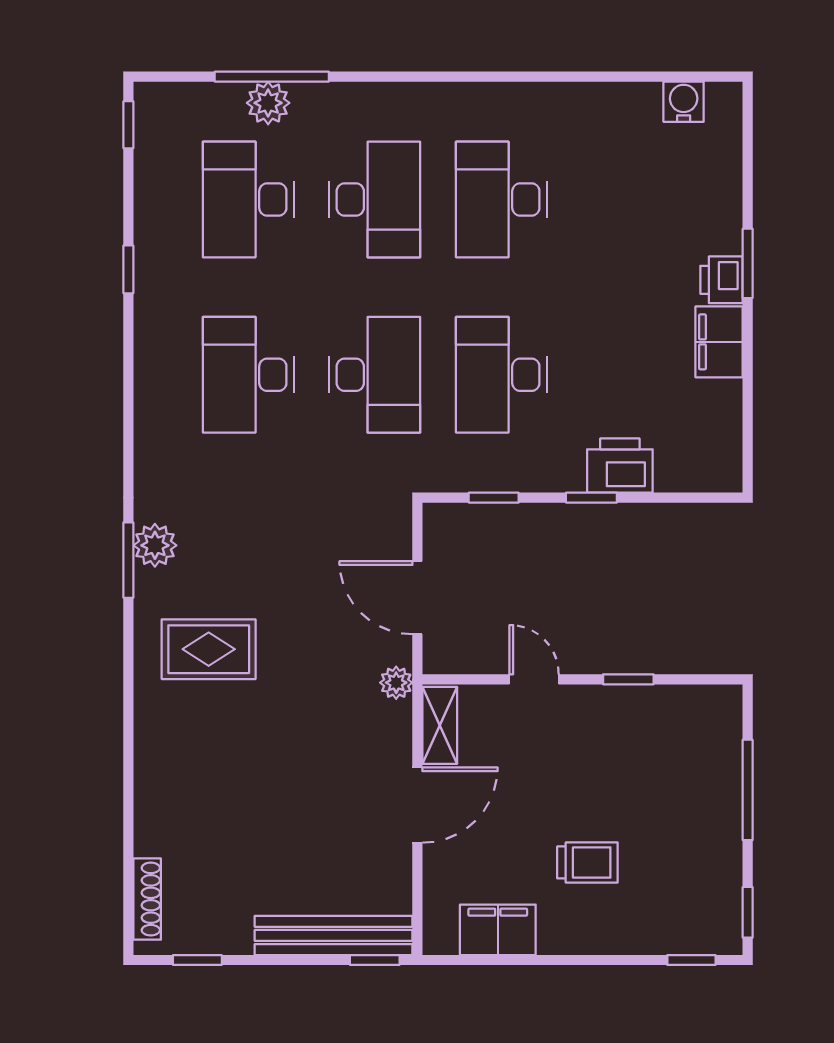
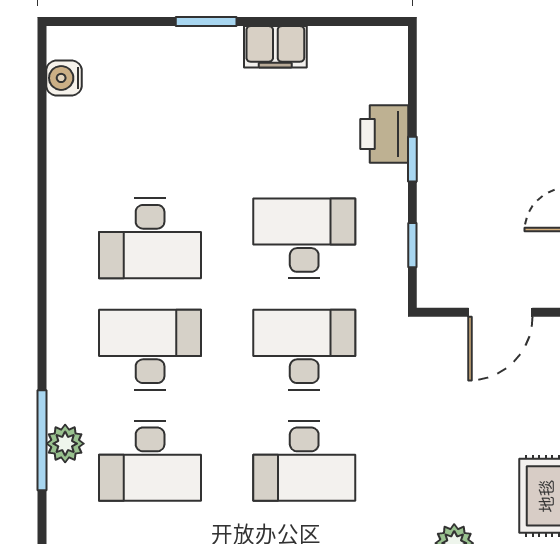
printer: (721, 280) -> (221, 45), removed
desk: (501, 375) -> (304, 238), turned 180

